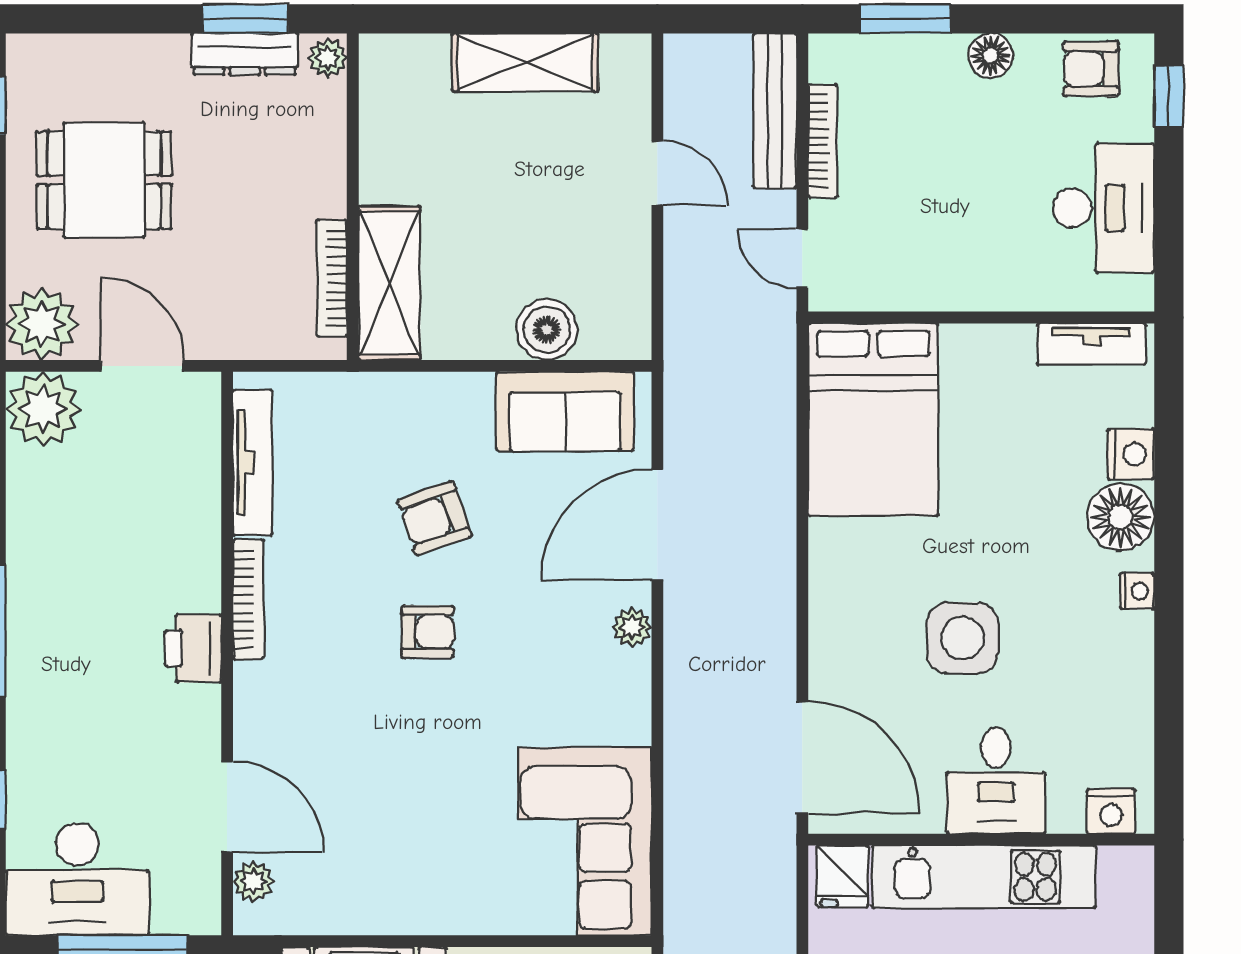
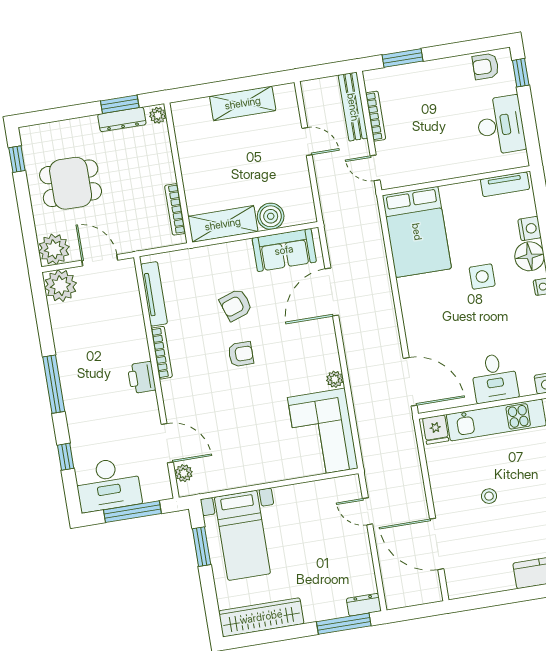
floor lamp: (991, 56) -> (442, 68), removed
shelving: (389, 283) -> (223, 224), moved, turned 90
plant: (632, 627) -> (335, 379), moved
side table: (962, 638) -> (482, 277), moved, width x0.73, depth x0.73

